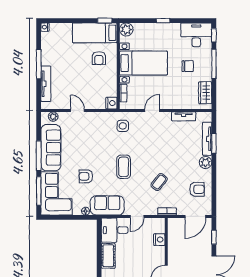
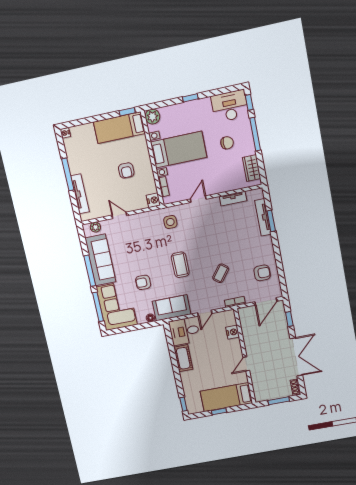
armchair: (99, 58) -> (126, 170), moved
plant: (205, 162) -> (266, 243), removed

